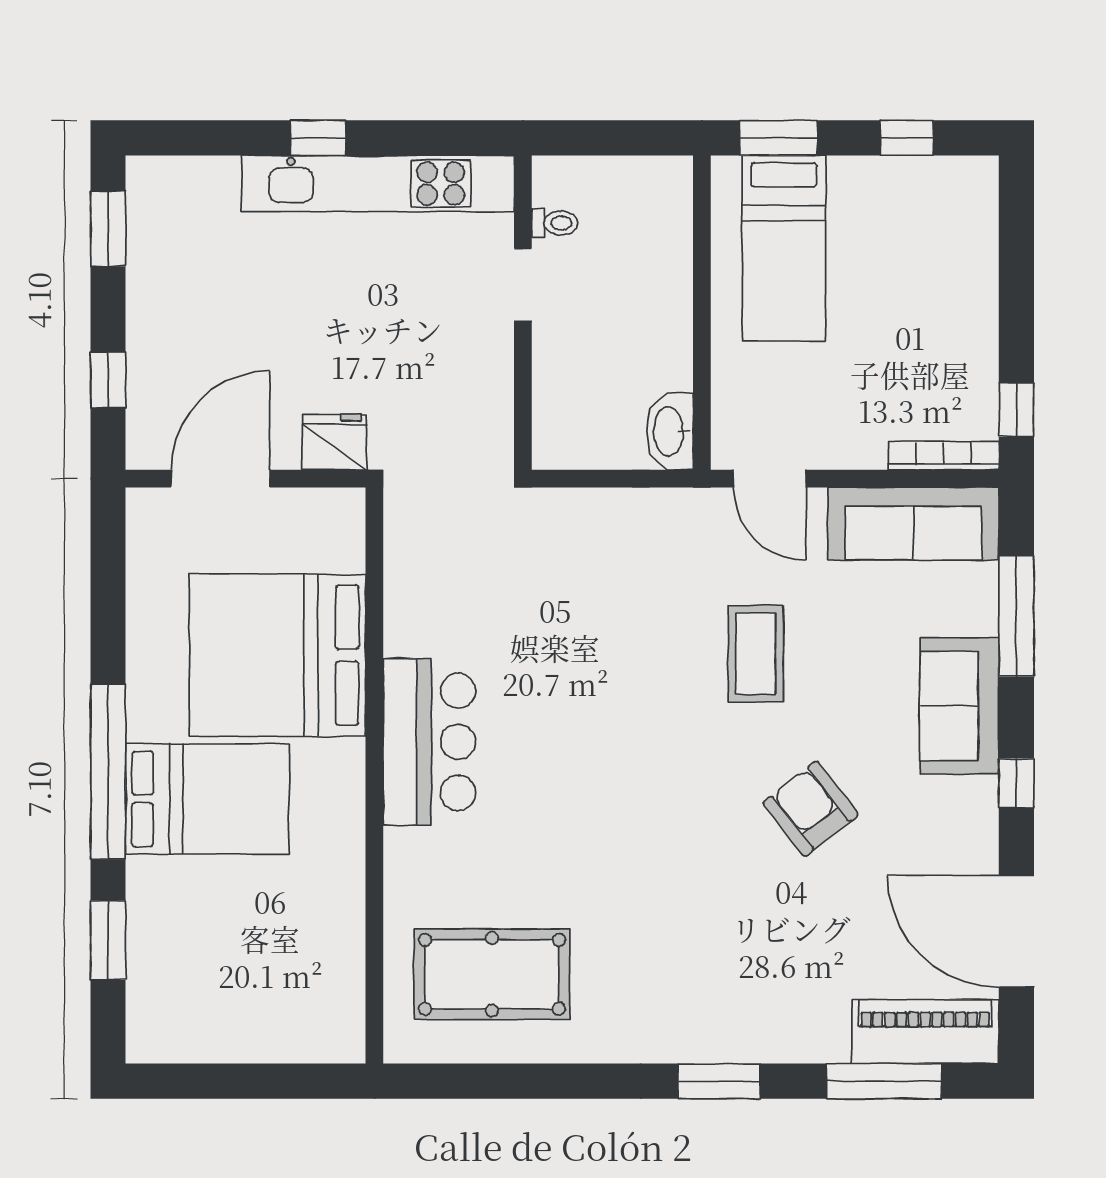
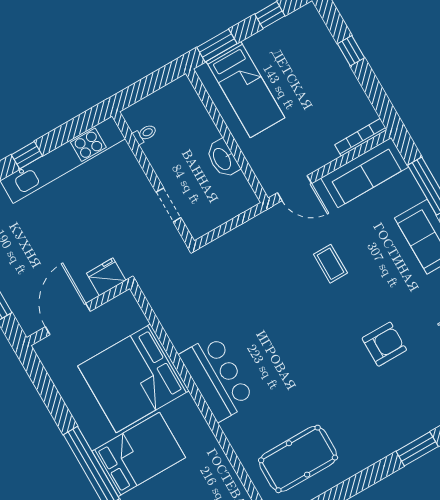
doorway: (523, 285) -> (168, 205), moved
window: (1016, 410) -> (351, 51), moved
washbasin: (670, 431) -> (223, 159), moved
coffee table: (756, 654) -> (330, 264), width x0.73, depth x0.77
armchair: (811, 809) -> (384, 344), moved, turned 128

